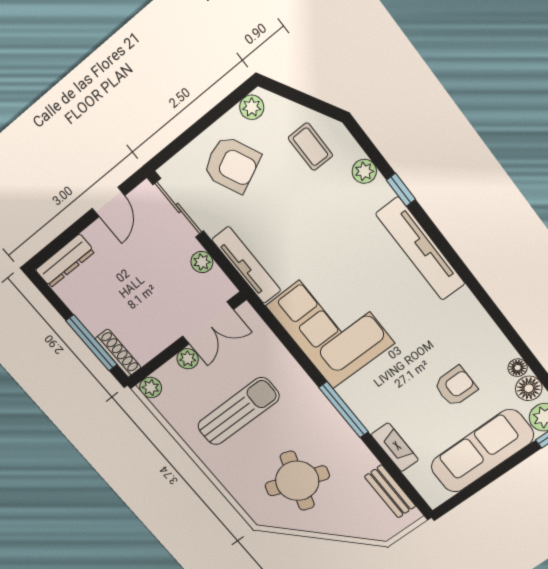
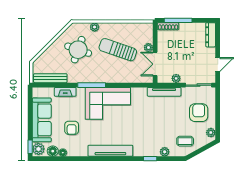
armchair: (232, 164) -> (199, 113), turned 115
door: (108, 202) -> (218, 65), swing flipped
tv unit: (421, 249) -> (110, 151), moved
corner sofa: (330, 325) -> (108, 103), moved
plant: (151, 388) -> (95, 27), moved
sun lounger: (238, 411) -> (118, 50), turned 109
bench: (390, 491) -> (50, 78), width x1.36

